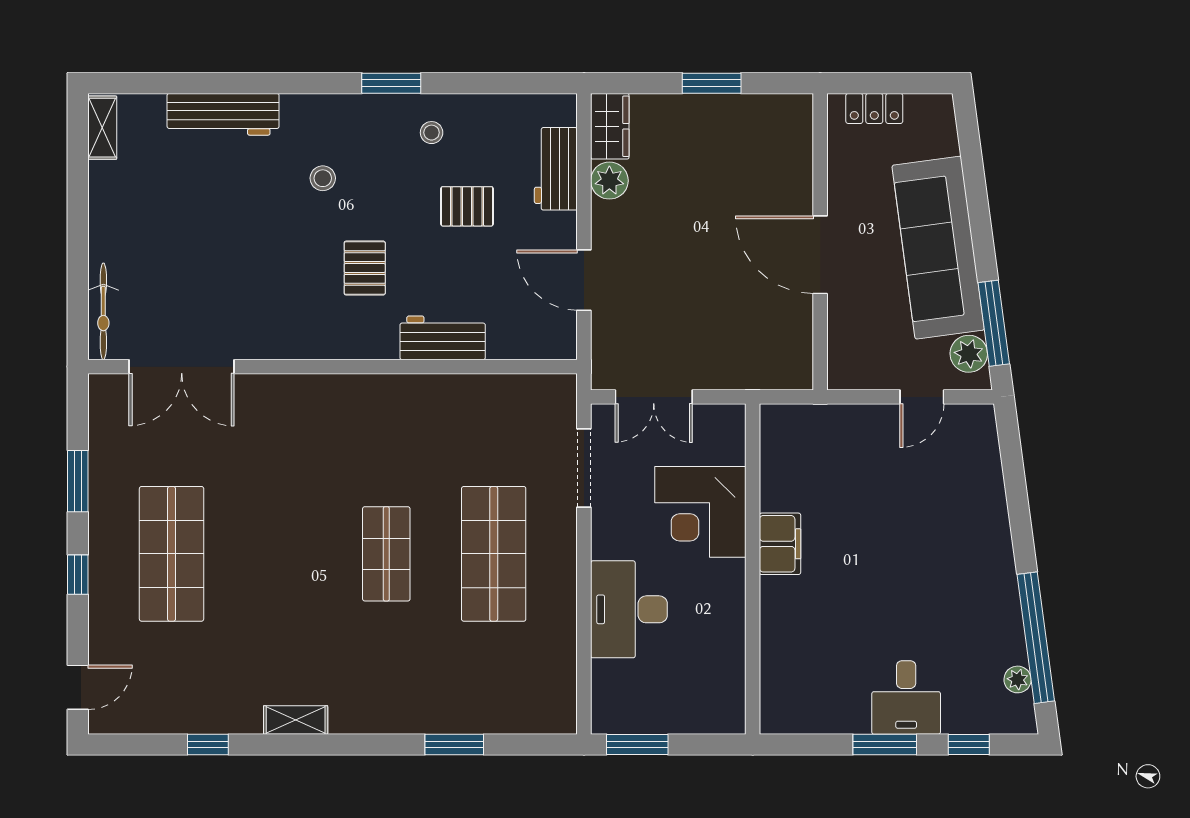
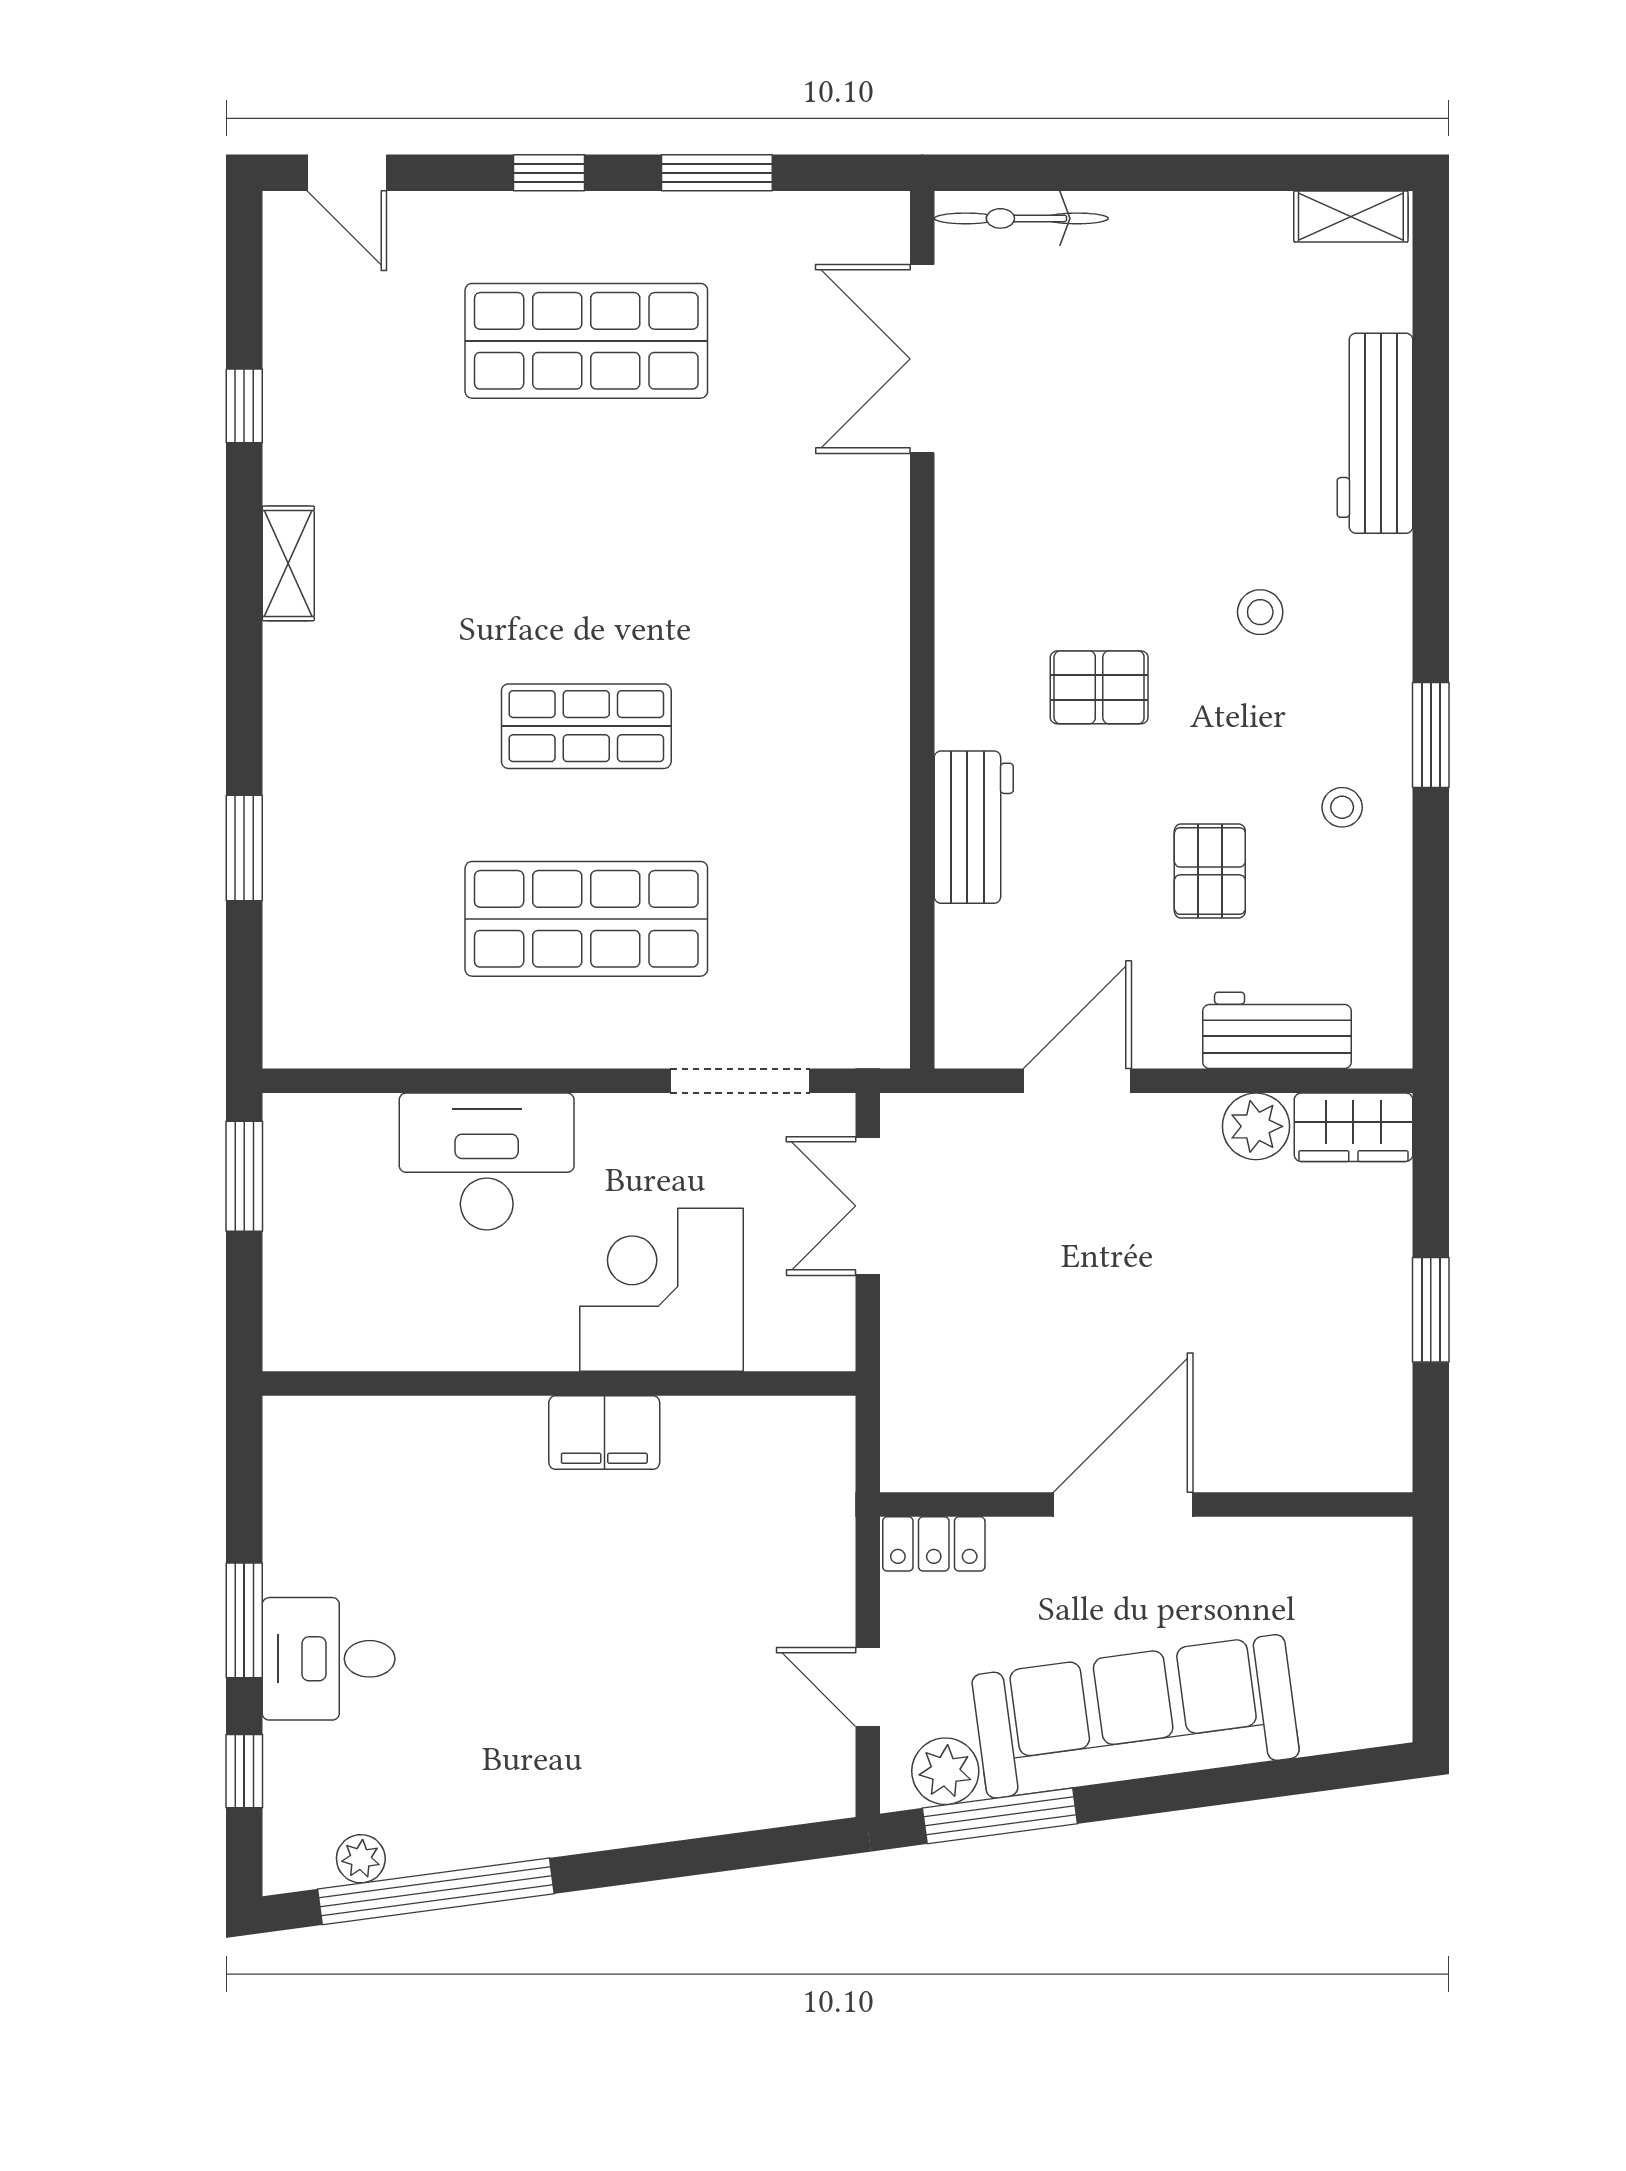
locker: (874, 108) -> (934, 1544), moved, turned -90

